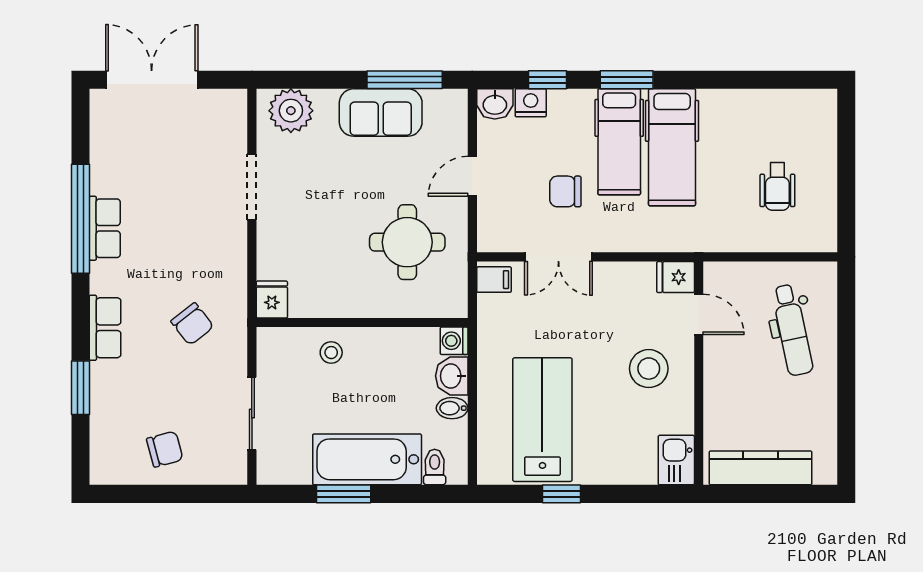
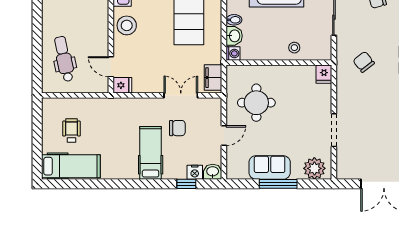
window: (405, 80) -> (278, 184), moved
window: (627, 80) -> (147, 184), removed
hospital bed: (672, 147) -> (71, 166), moved, turned 90
filing cabinet: (494, 280) -> (213, 78), width x2.00
stool: (649, 369) -> (127, 25), moved

